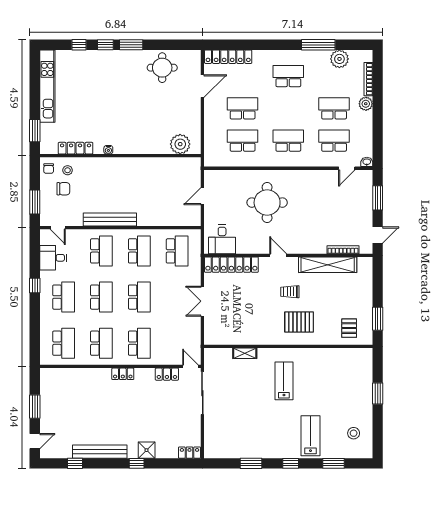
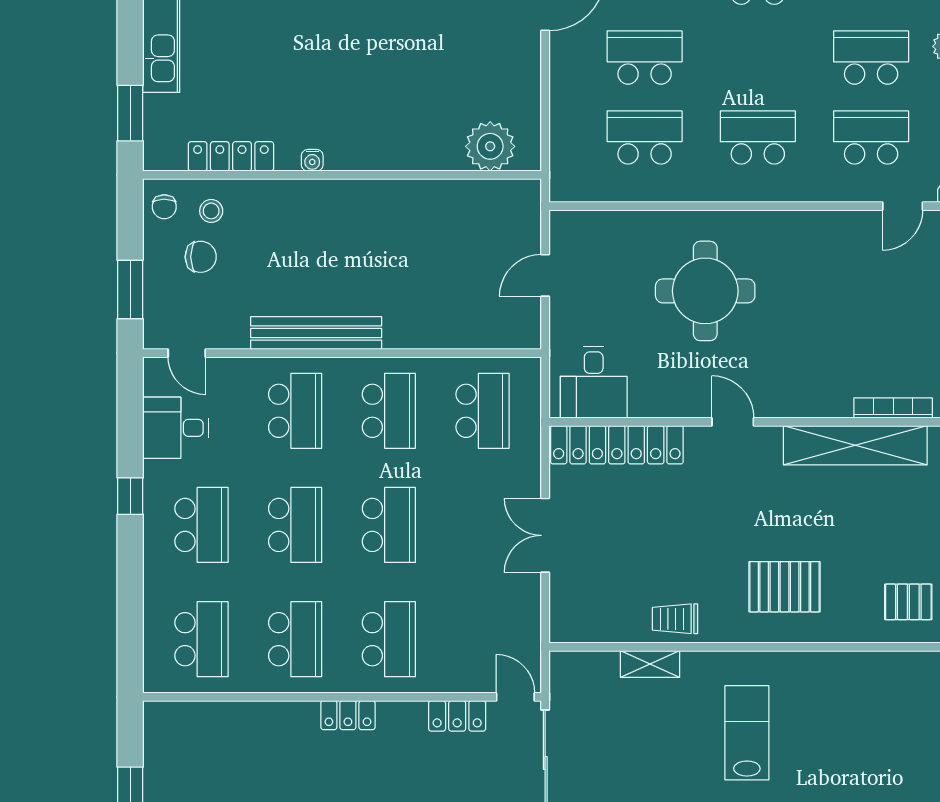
trolley: (290, 292) -> (675, 619), moved
pallet: (349, 328) -> (908, 602), turned 90

